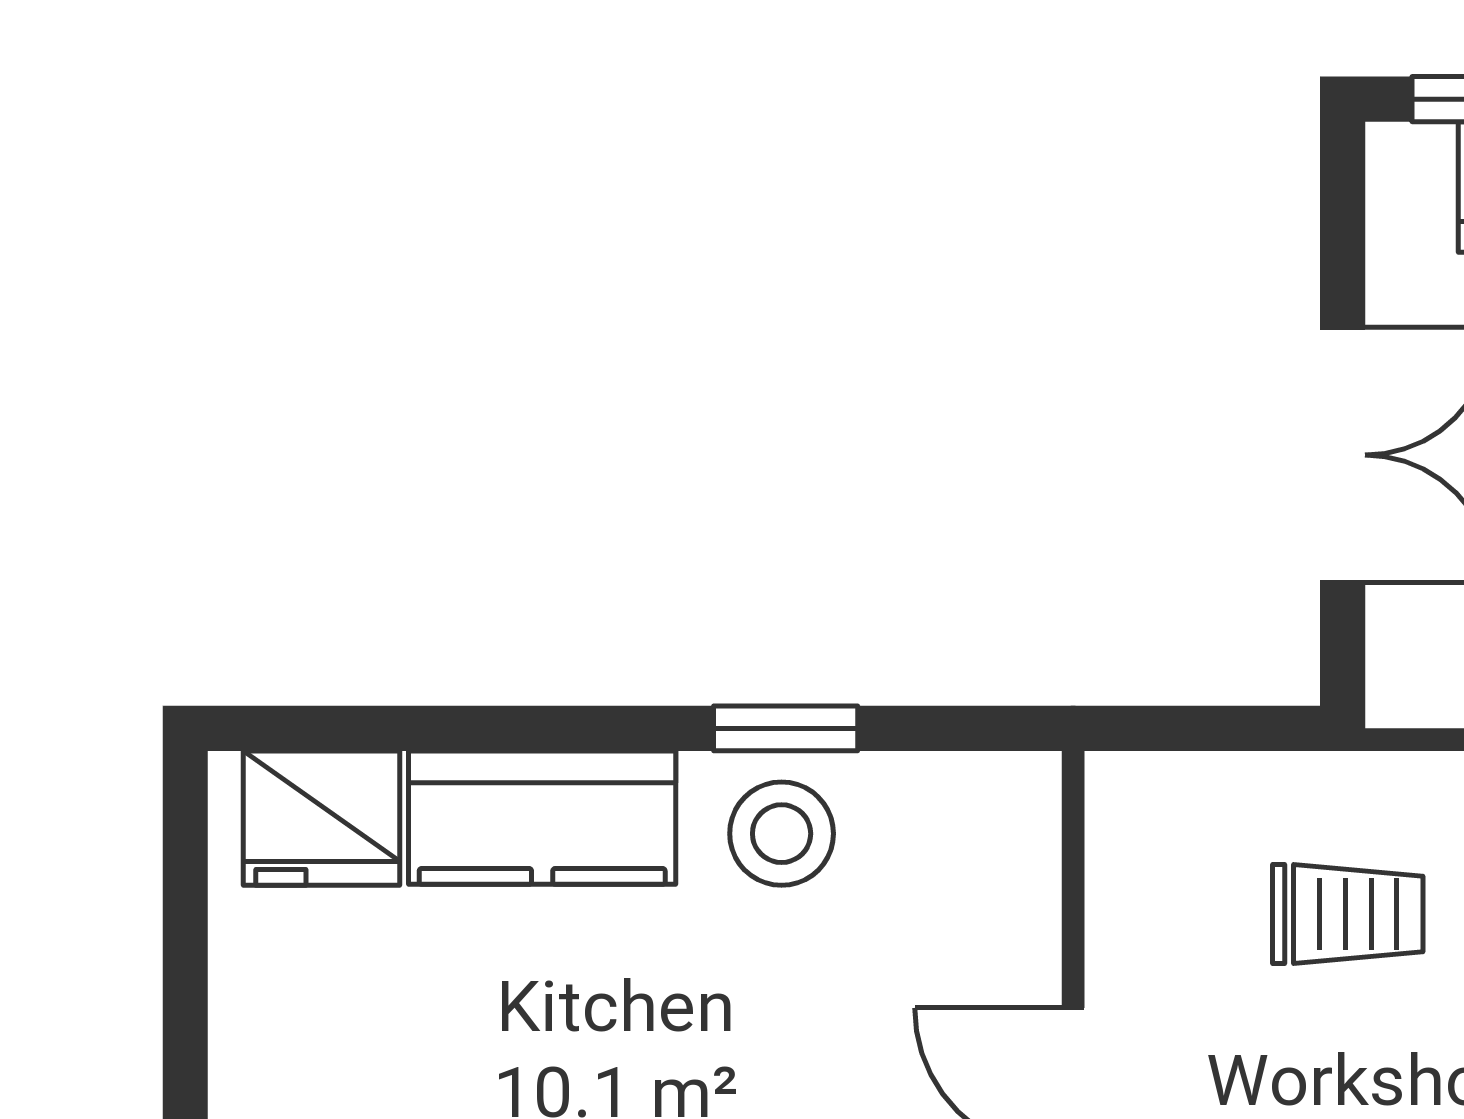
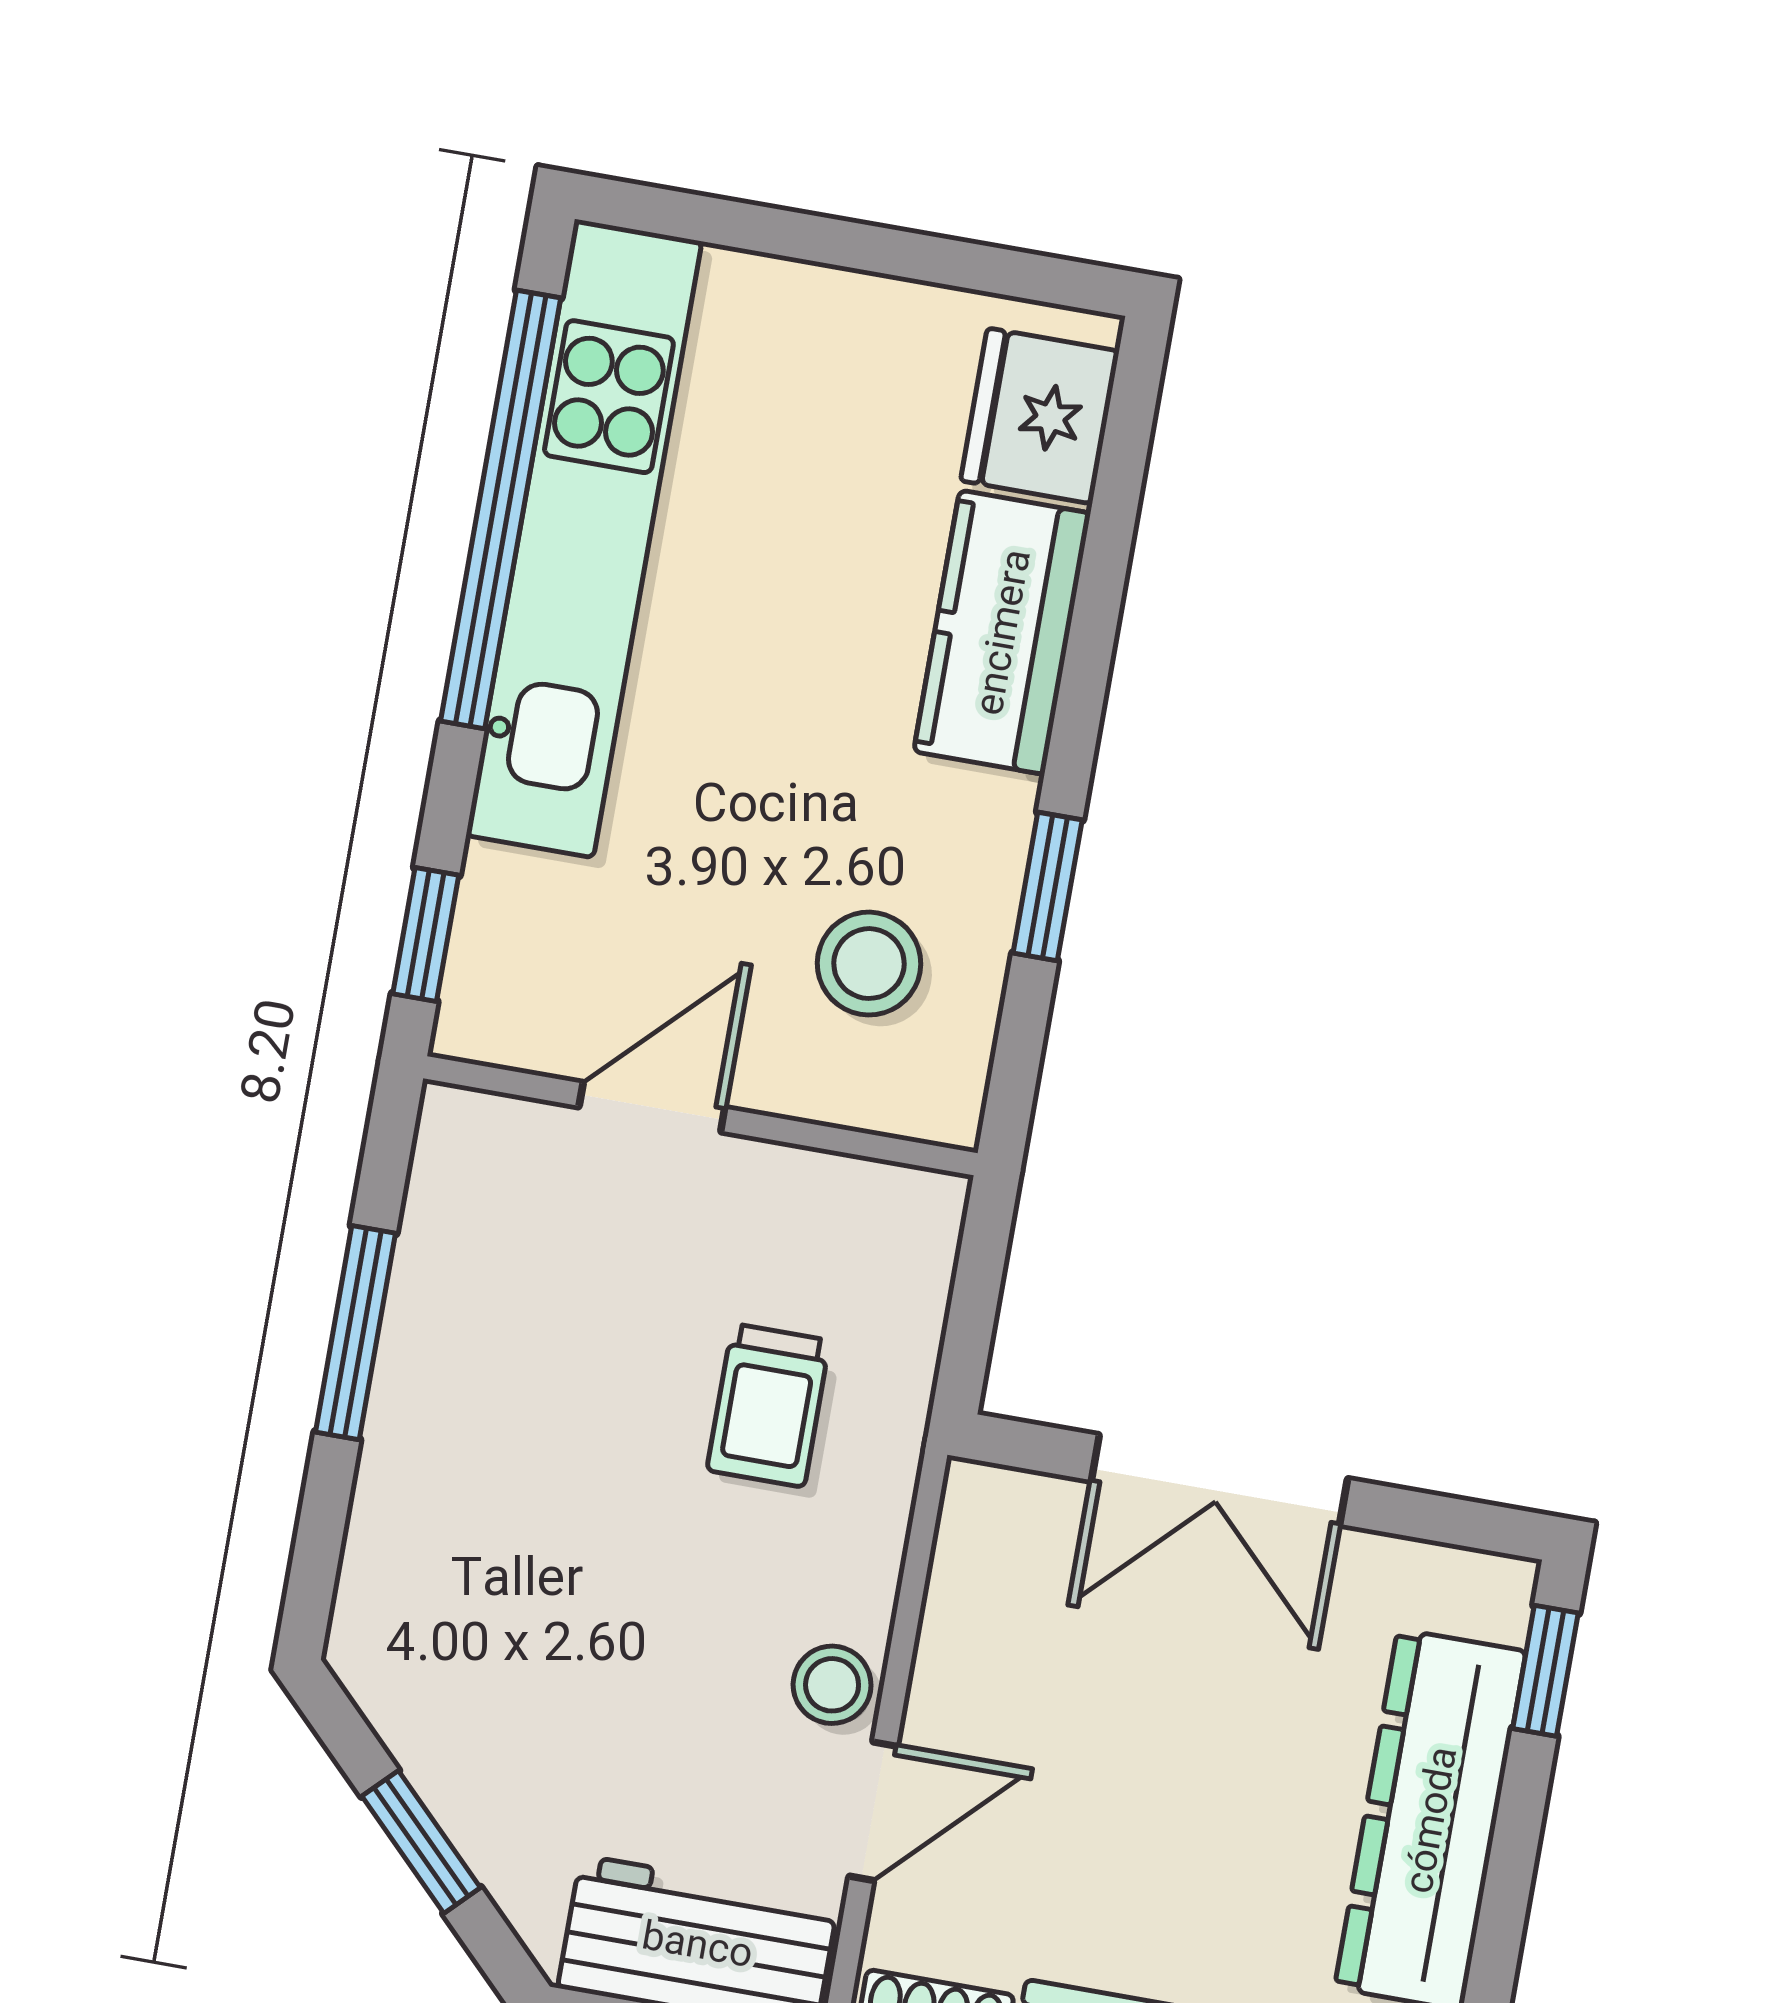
stool: (782, 834) -> (869, 964), moved

